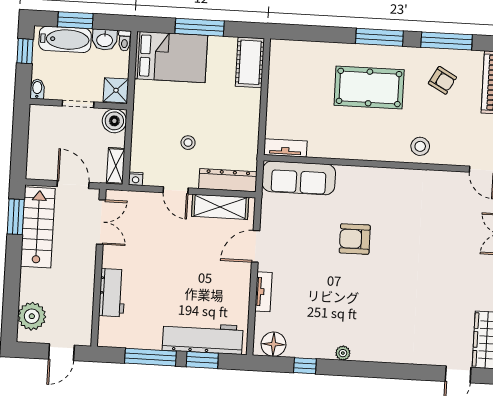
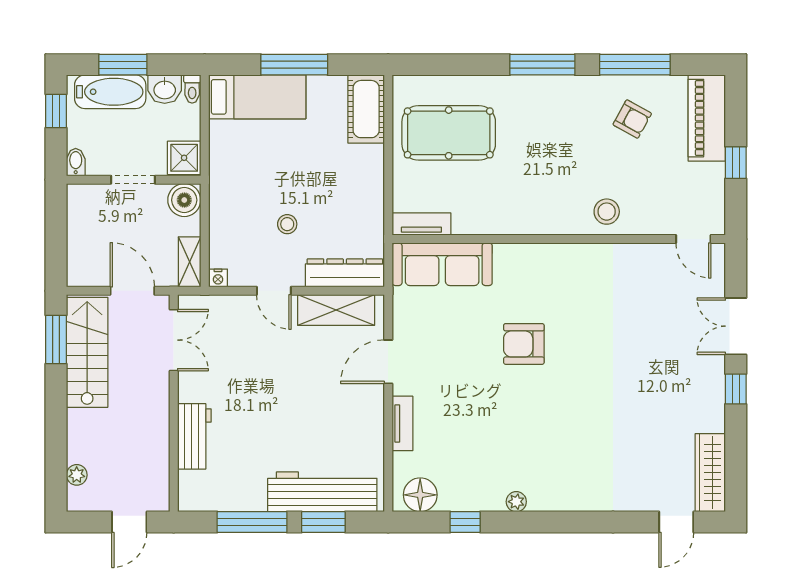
bed: (171, 57) -> (257, 97), width x0.67
pool table: (369, 87) -> (449, 133), moved
plant: (32, 316) -> (77, 475), width x0.53, depth x0.53

